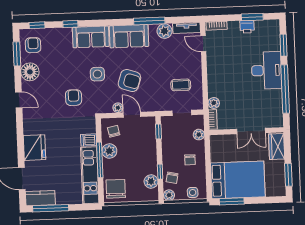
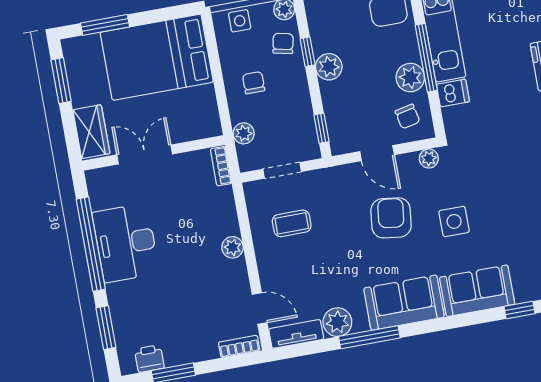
printer: (247, 27) -> (149, 359), moved
desk: (267, 70) -> (126, 243), moved
armchair: (129, 81) -> (391, 218), turned 79
armchair: (74, 98) -> (493, 170), removed
plant: (214, 103) -> (233, 247), moved
plant: (118, 108) -> (429, 159), moved
plant: (151, 181) -> (329, 67), moved
window: (232, 201) -> (105, 25), moved

